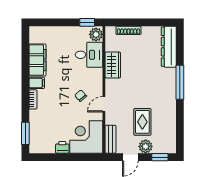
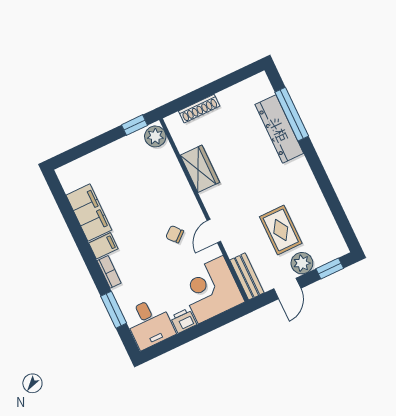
dresser: (169, 47) -> (279, 129), moved
desk: (89, 55) -> (149, 323), moved, turned 90
window: (180, 82) -> (292, 114), moved
window: (25, 133) -> (114, 310), moved

